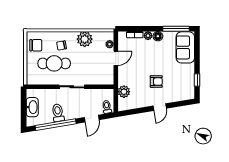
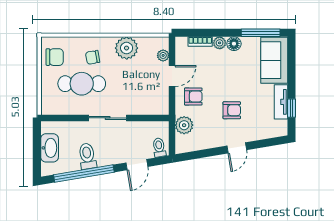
armchair: (130, 72) -> (193, 97), added
tv unit: (190, 76) -> (281, 102), added

